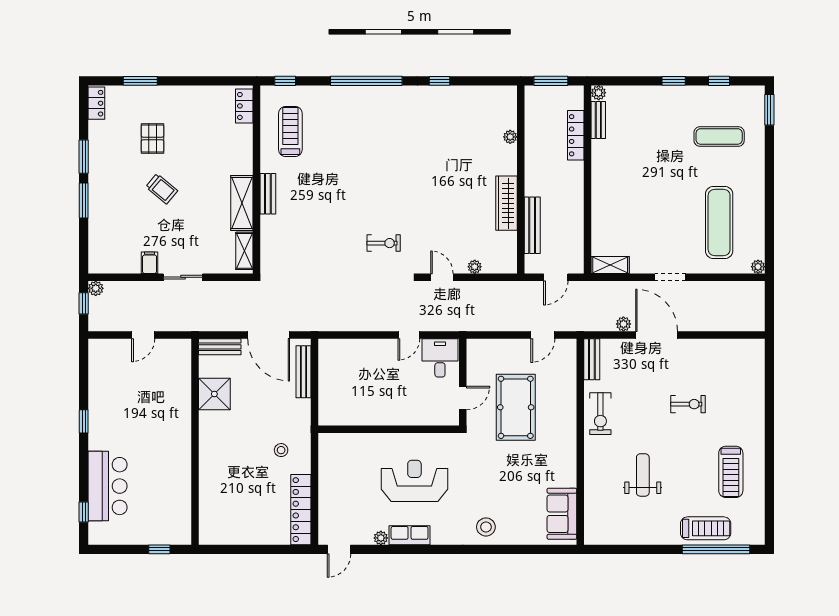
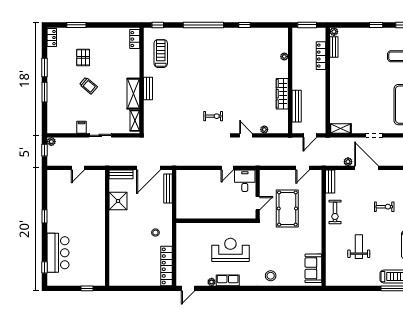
door: (269, 335) -> (148, 168), hinge flipped

